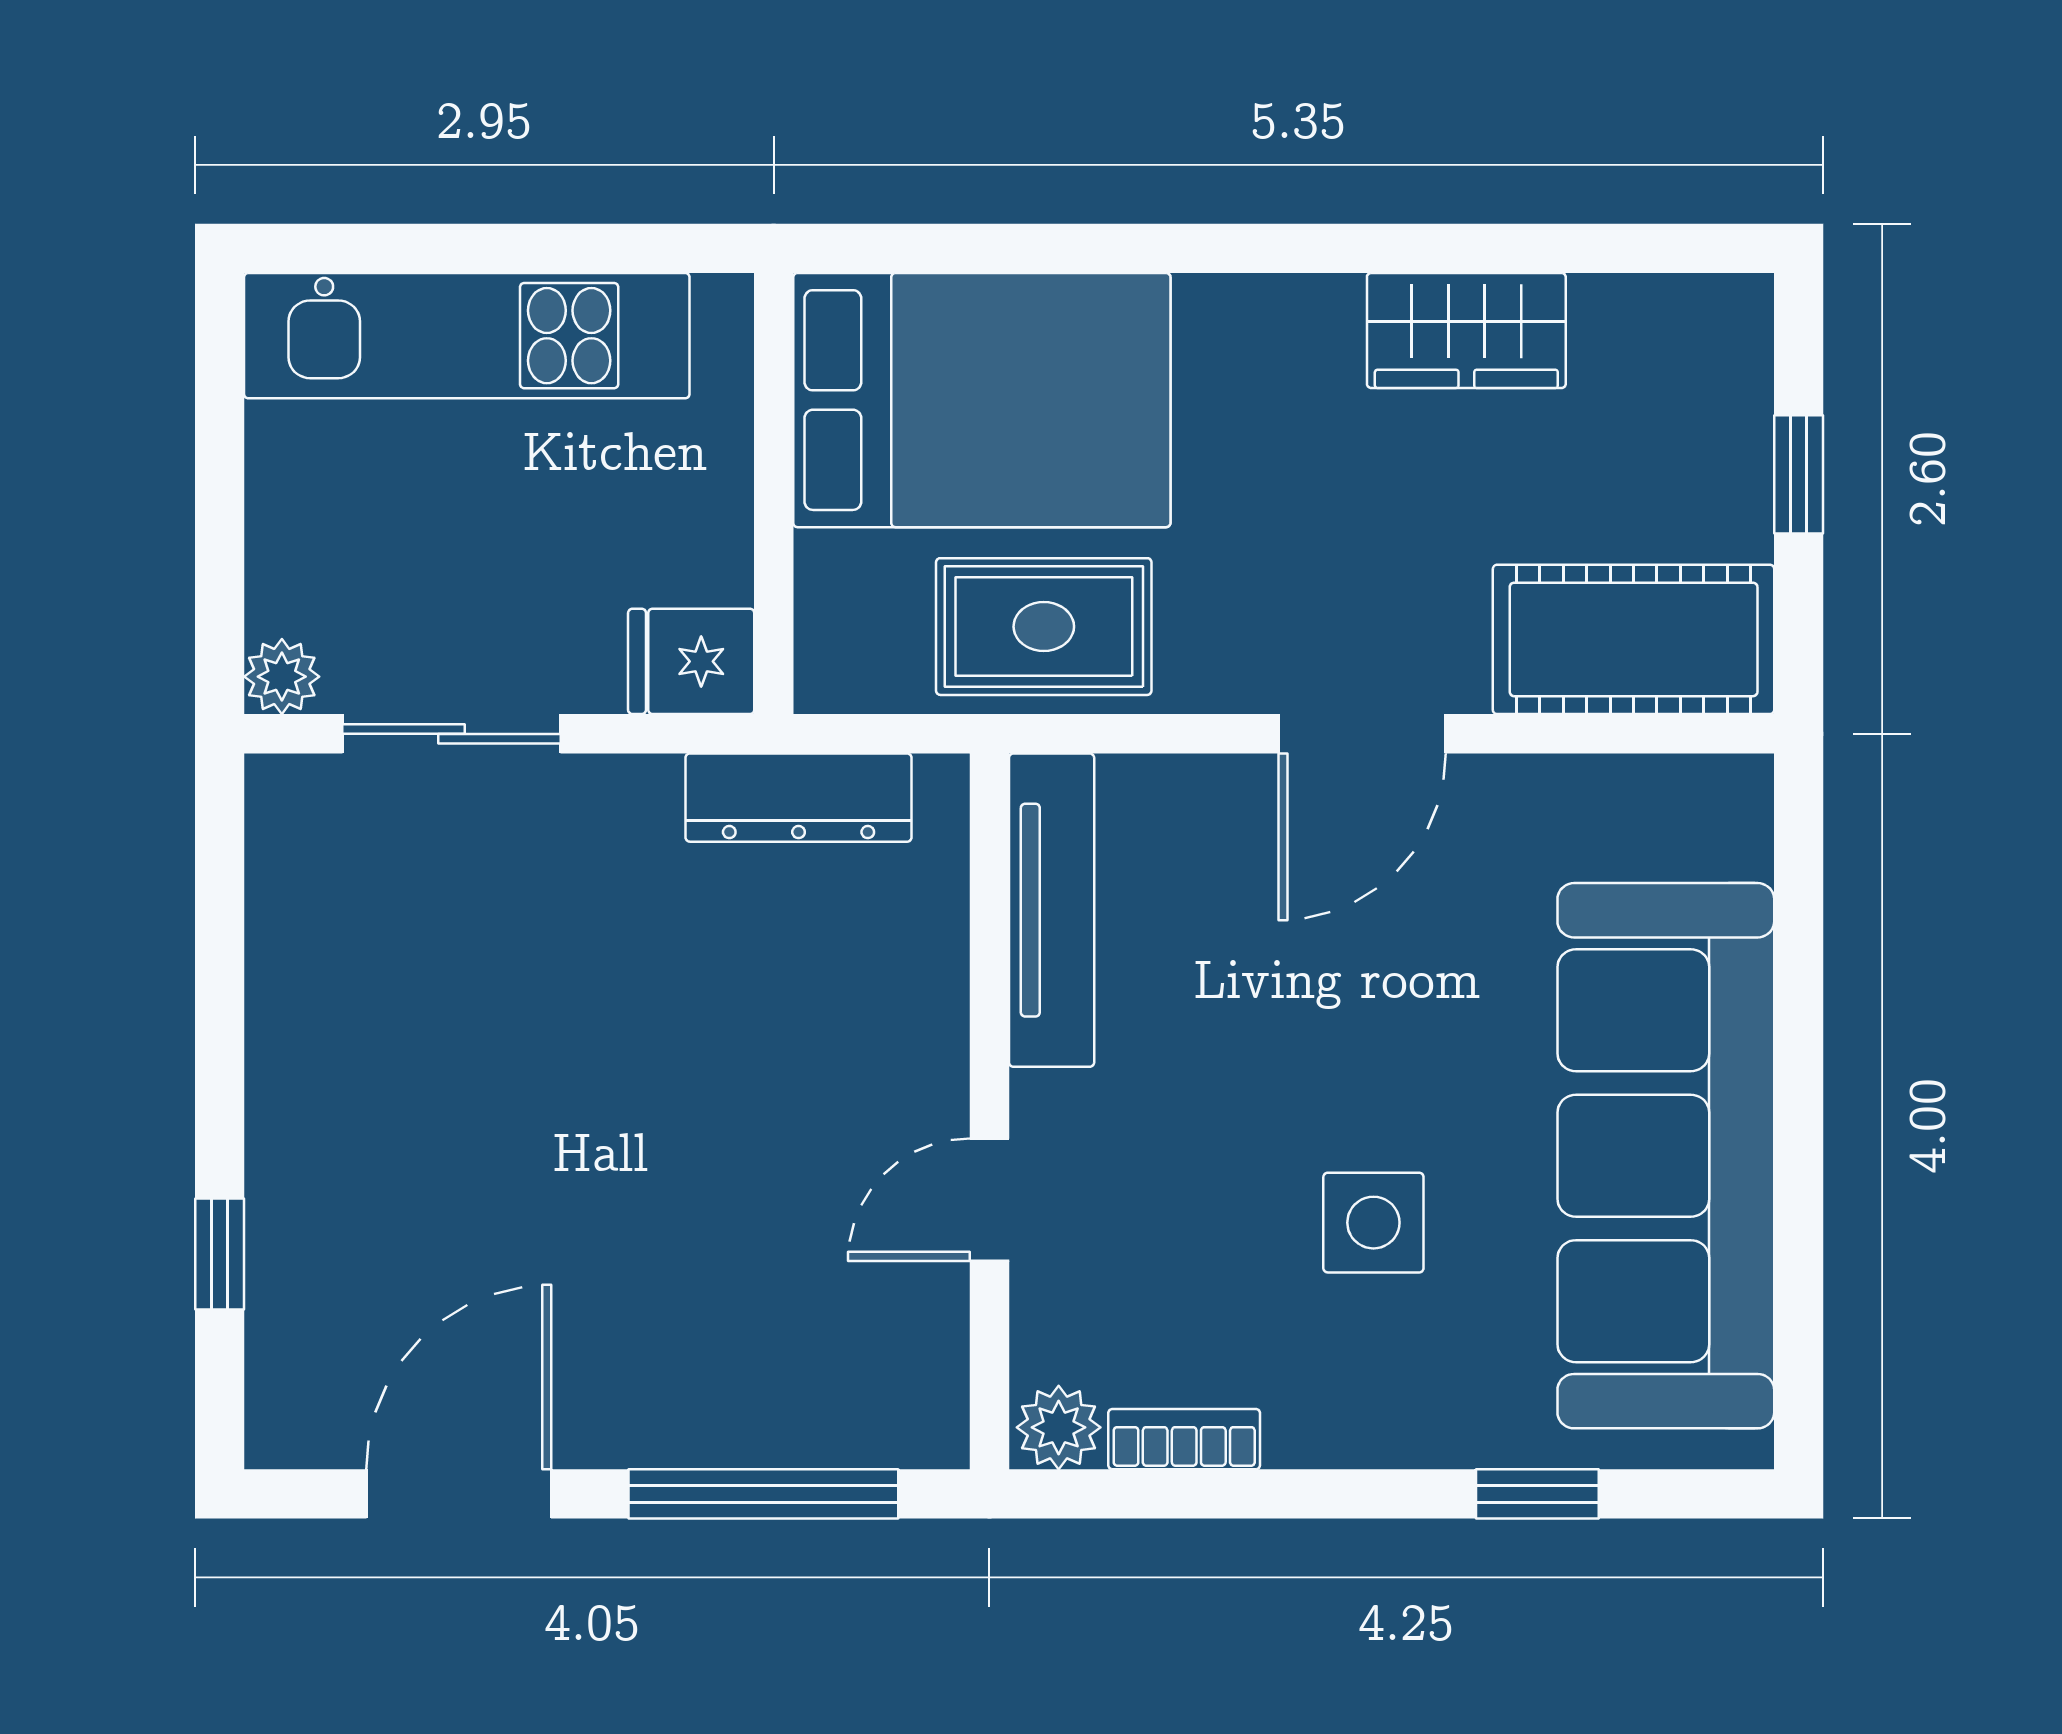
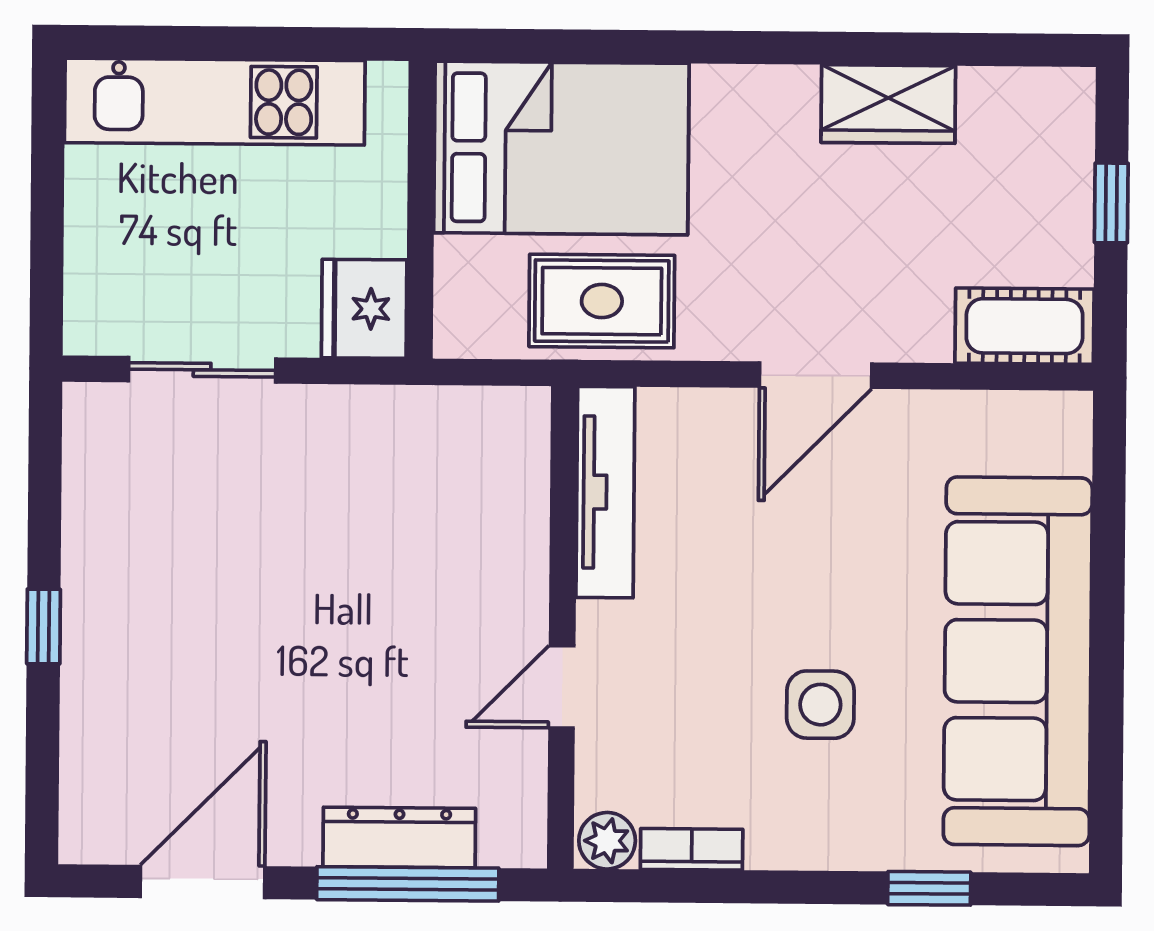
cot: (1634, 639) -> (1025, 326), width x0.73, depth x0.75
fridge: (691, 661) -> (364, 309), width x1.38
plant: (282, 677) -> (88, 330), removed
dresser: (799, 798) -> (399, 837), moved, turned 180
window: (220, 1254) -> (44, 627), moved

